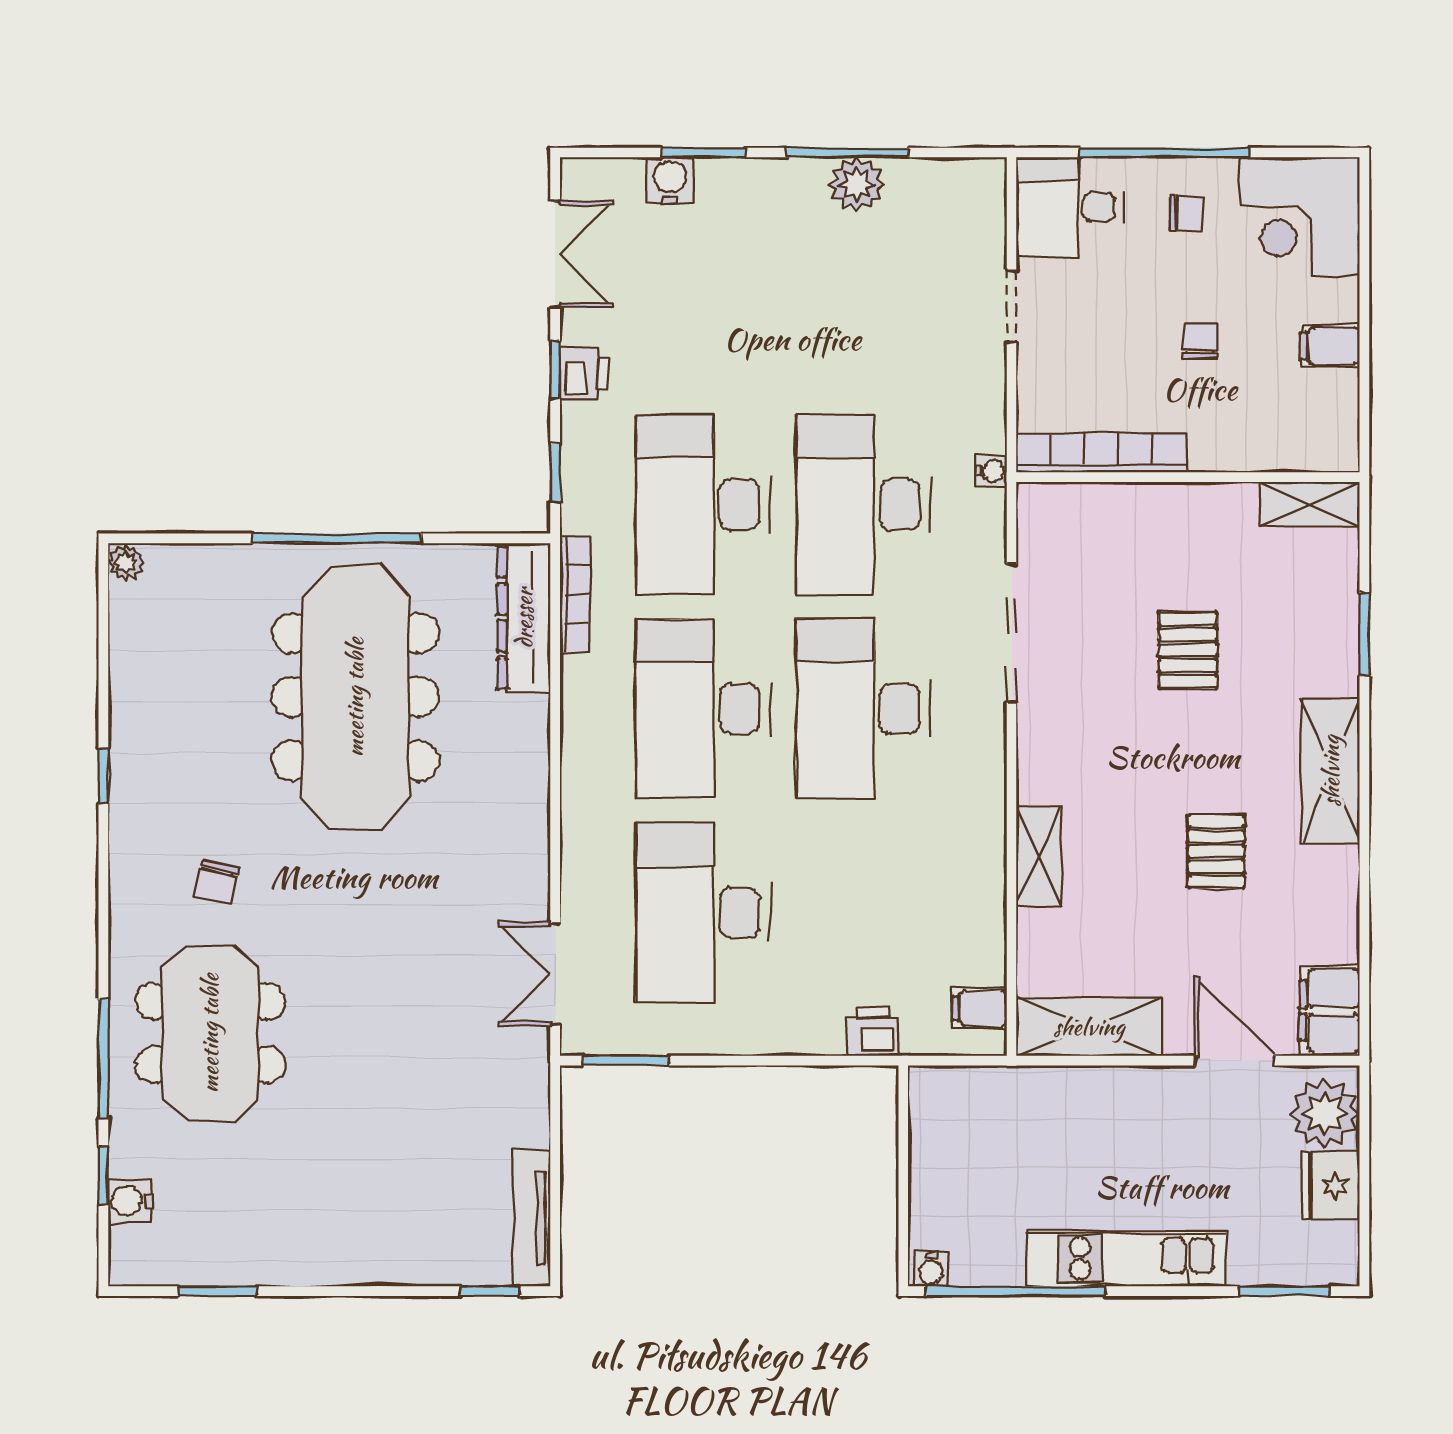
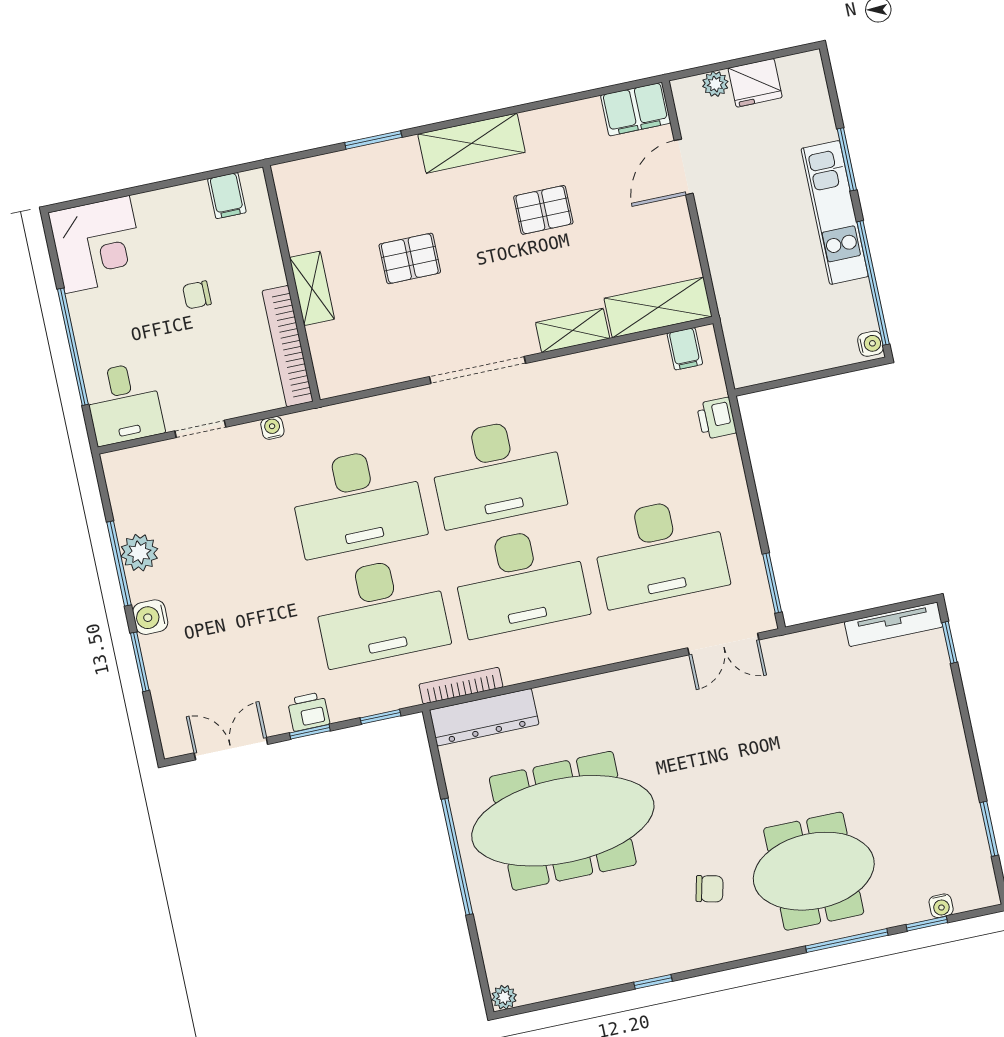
water cooler: (670, 180) -> (150, 617), moved
chair: (1187, 213) -> (111, 323), removed
filing cabinet: (1330, 346) -> (227, 196), moved
water cooler: (991, 471) -> (272, 428), moved
shelving: (1310, 504) -> (312, 288), moved
doorway: (1012, 633) -> (477, 370), moved
shelving: (1089, 1027) -> (658, 307), moved, turned 90
plant: (1325, 1113) -> (715, 84), width x0.53, depth x0.53
water cooler: (130, 1201) -> (941, 906), width x0.72, depth x0.72
window: (1284, 1291) -> (847, 159), moved

